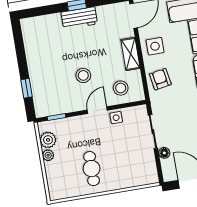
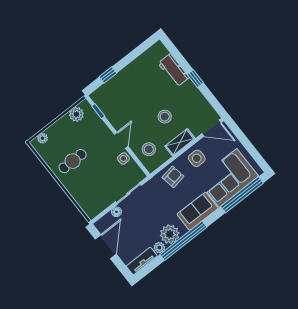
workbench: (79, 18) -> (174, 70), moved
stool: (83, 75) -> (165, 117), moved
door: (97, 110) -> (121, 140), hinge flipped
plant: (48, 155) -> (42, 138), moved

